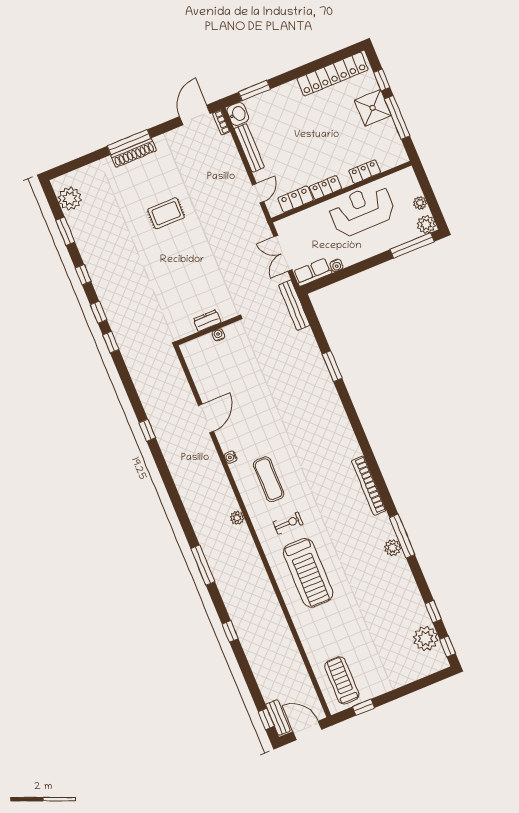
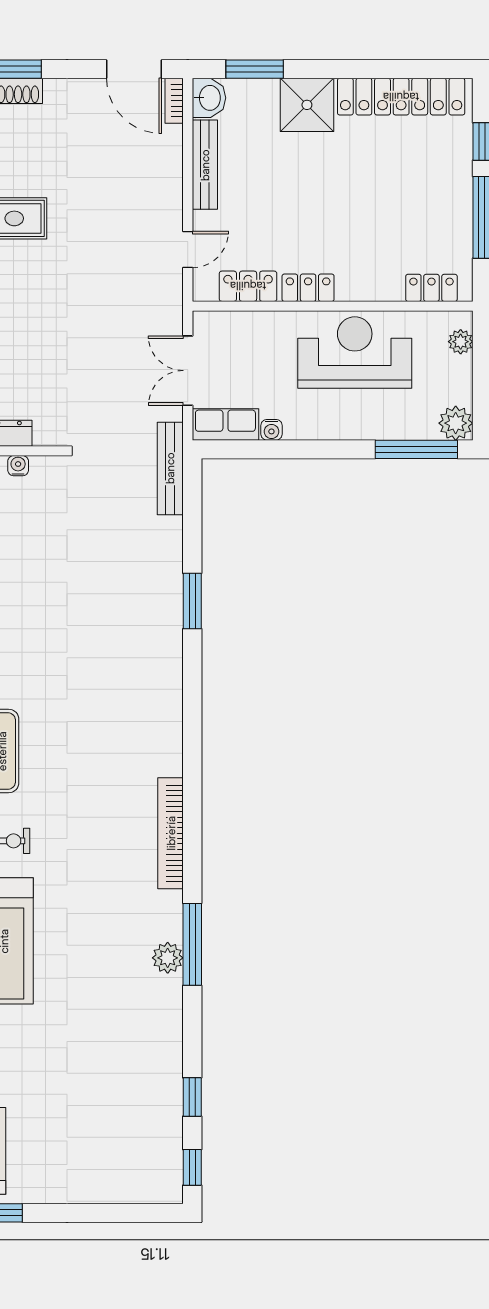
shower: (373, 108) -> (307, 105), moved
door: (195, 115) -> (134, 69), swing flipped
locker: (365, 172) -> (431, 288), moved
plant: (420, 203) -> (461, 342), moved
plant: (426, 639) -> (160, 1138), removed

